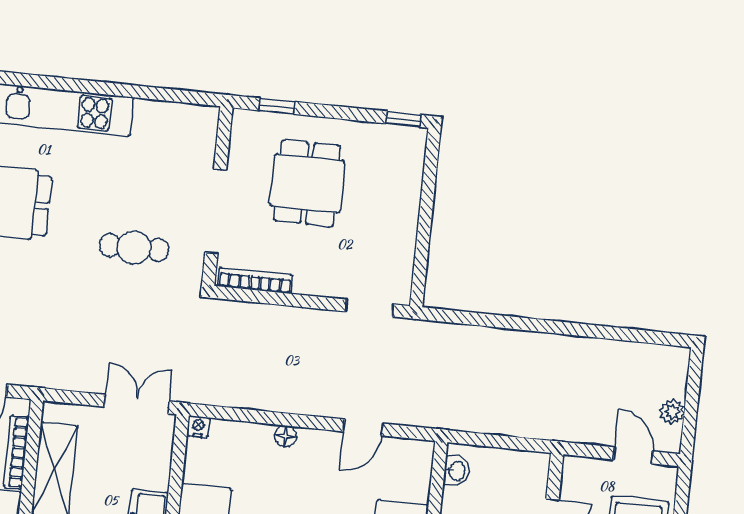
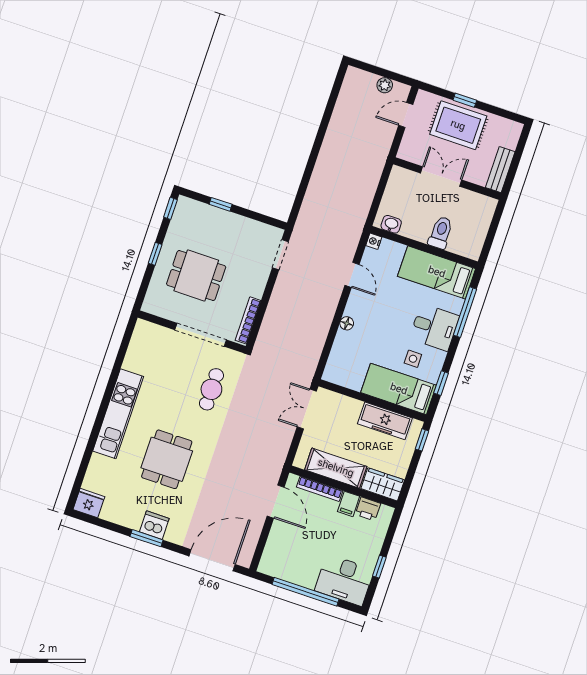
window: (277, 106) -> (155, 254), moved
window: (428, 196) -> (221, 204), added
nightstand: (198, 427) -> (374, 241), moved

